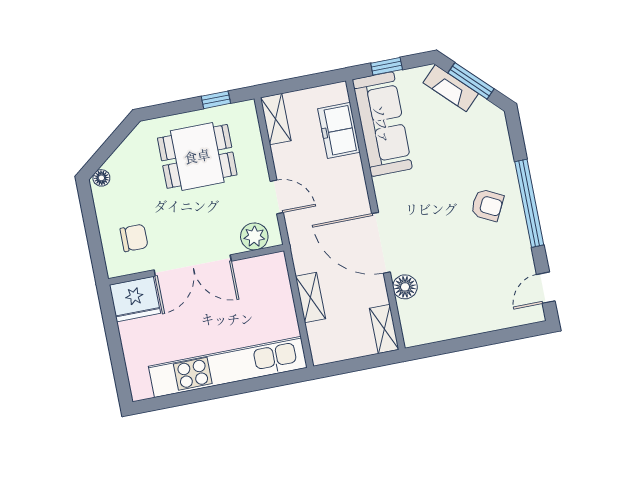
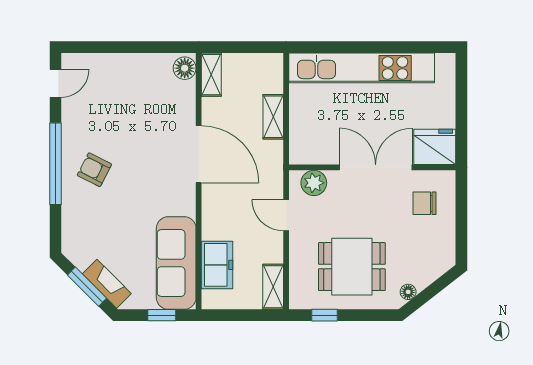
floor lamp: (101, 178) -> (408, 292), moved
floor lamp: (405, 287) -> (185, 68), moved

